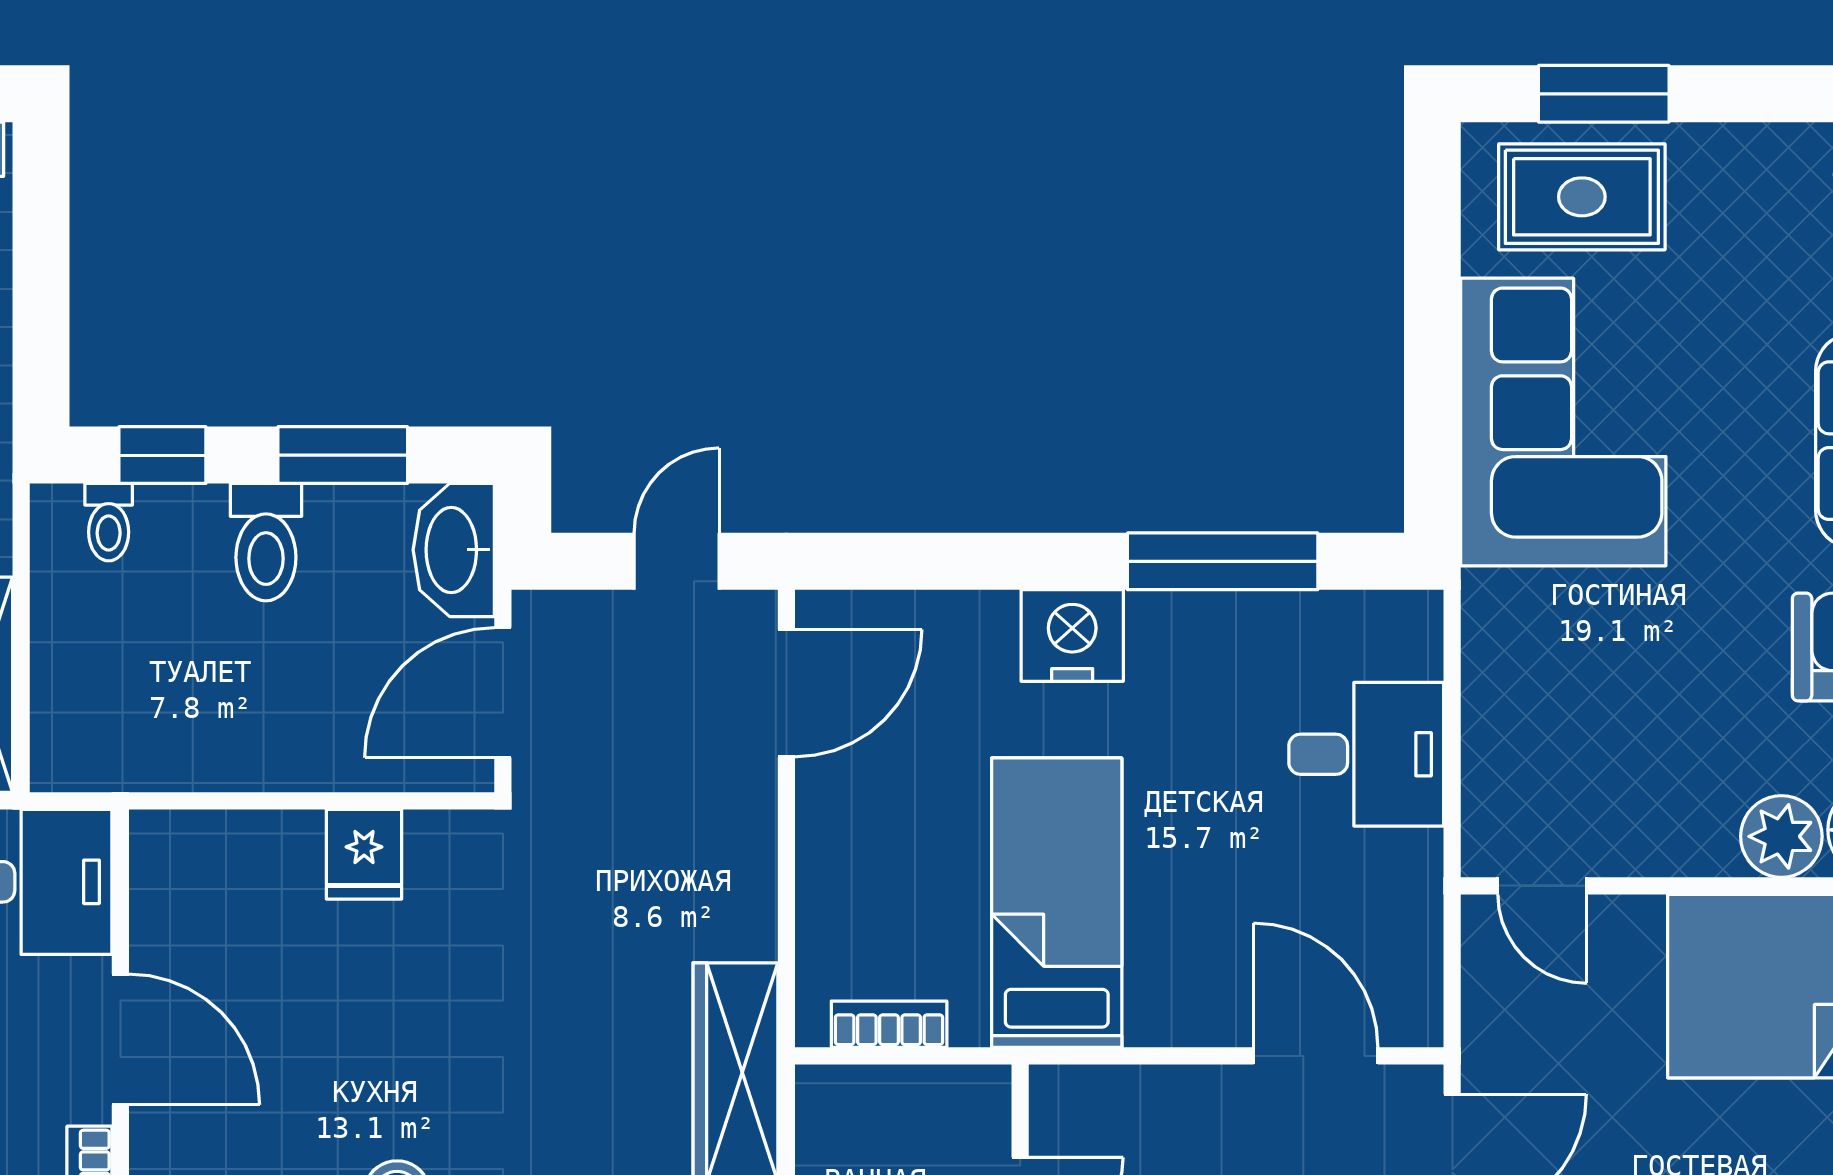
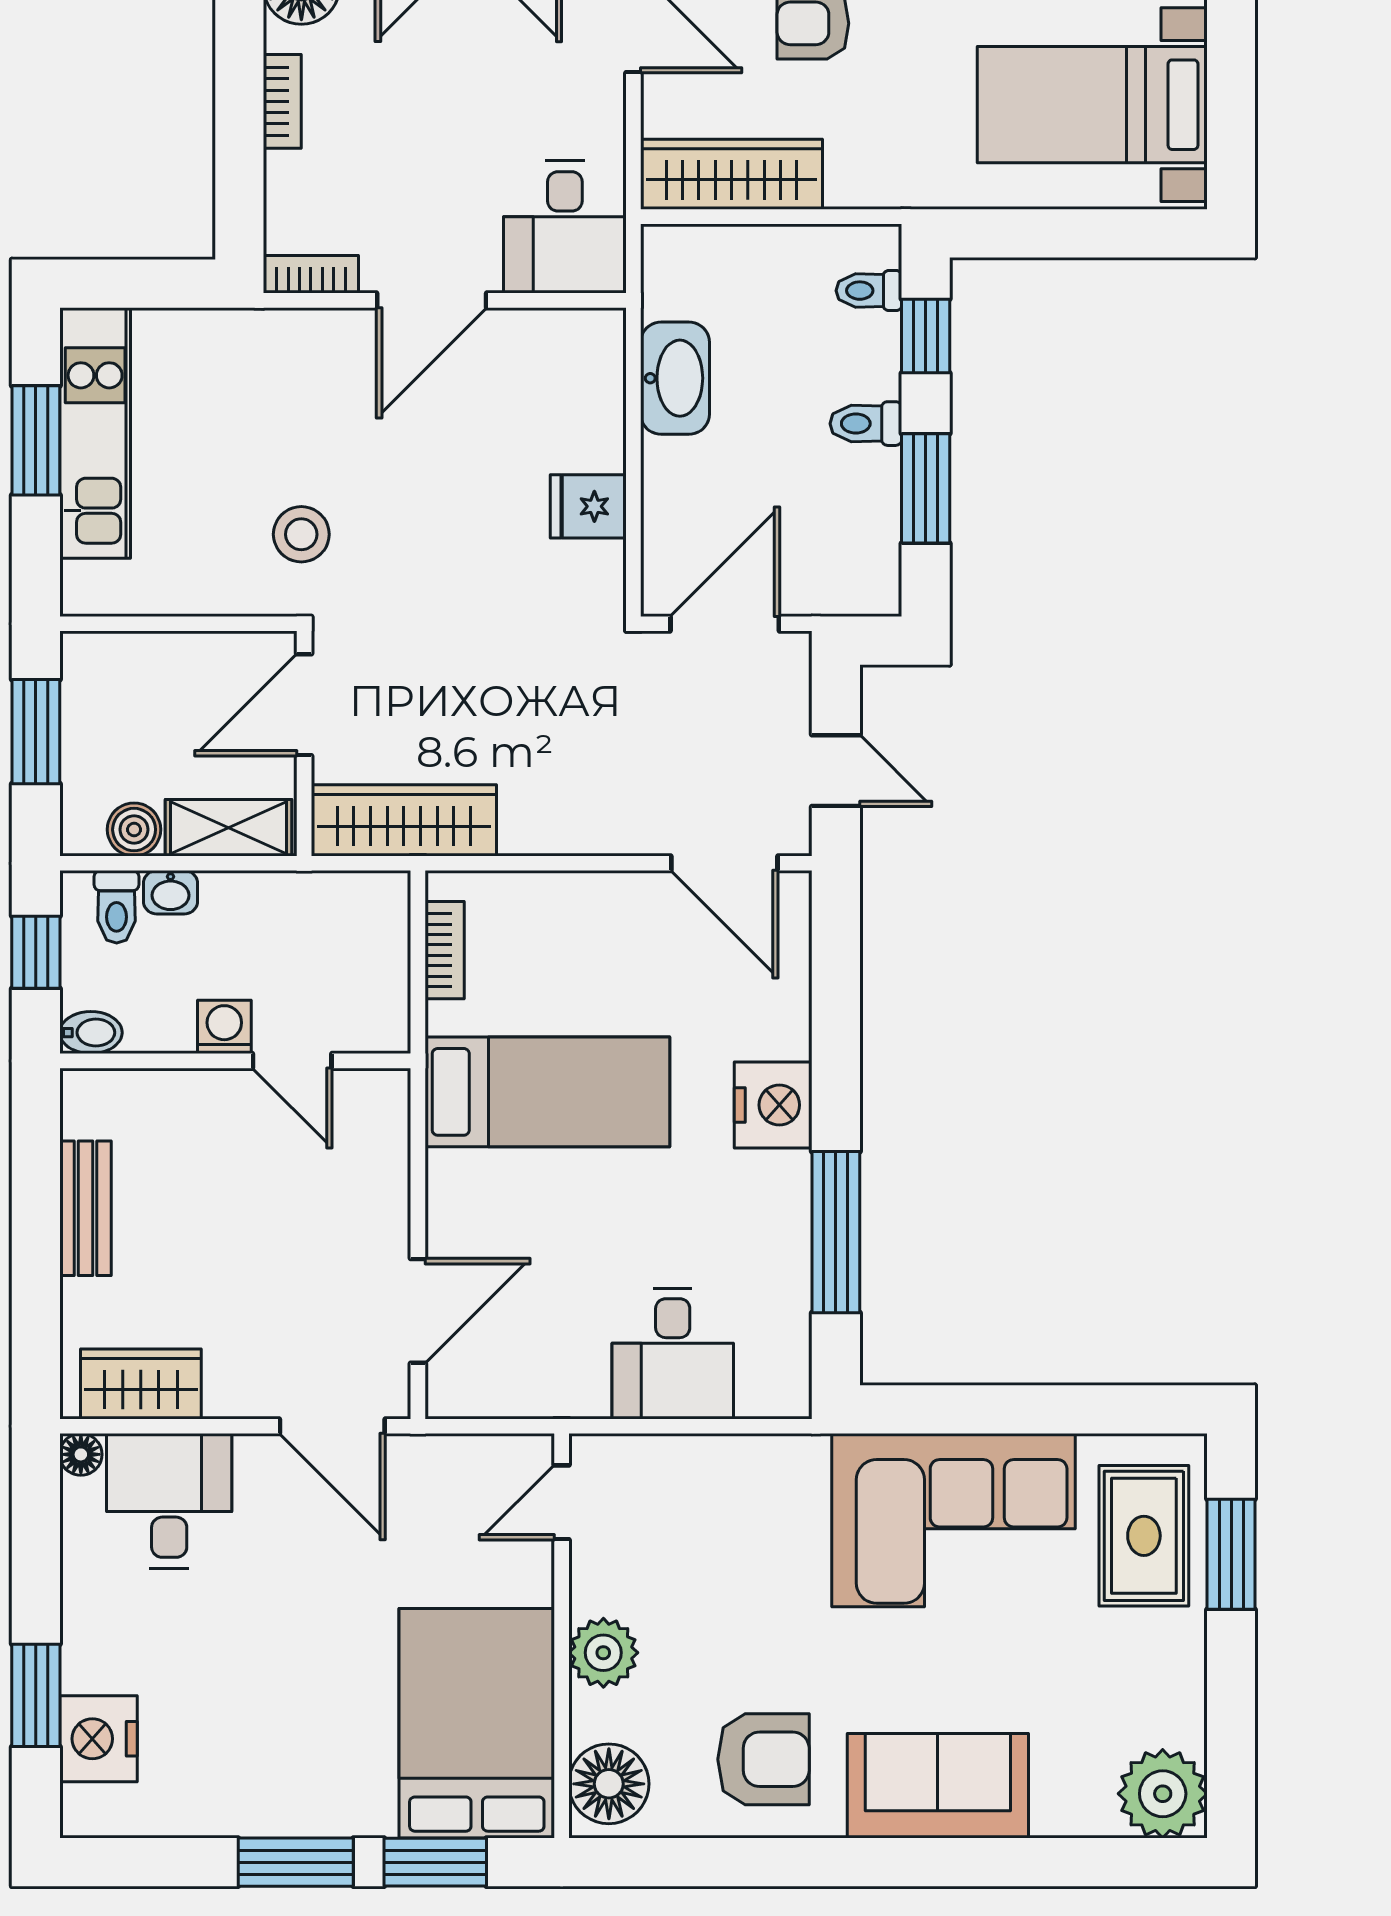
toilet: (266, 542) -> (866, 424), width x0.73, depth x0.72
washbasin: (454, 550) -> (675, 378), moved, turned 90
door: (503, 693) -> (725, 624), hinge flipped
plant: (1781, 836) -> (603, 1653), moved

